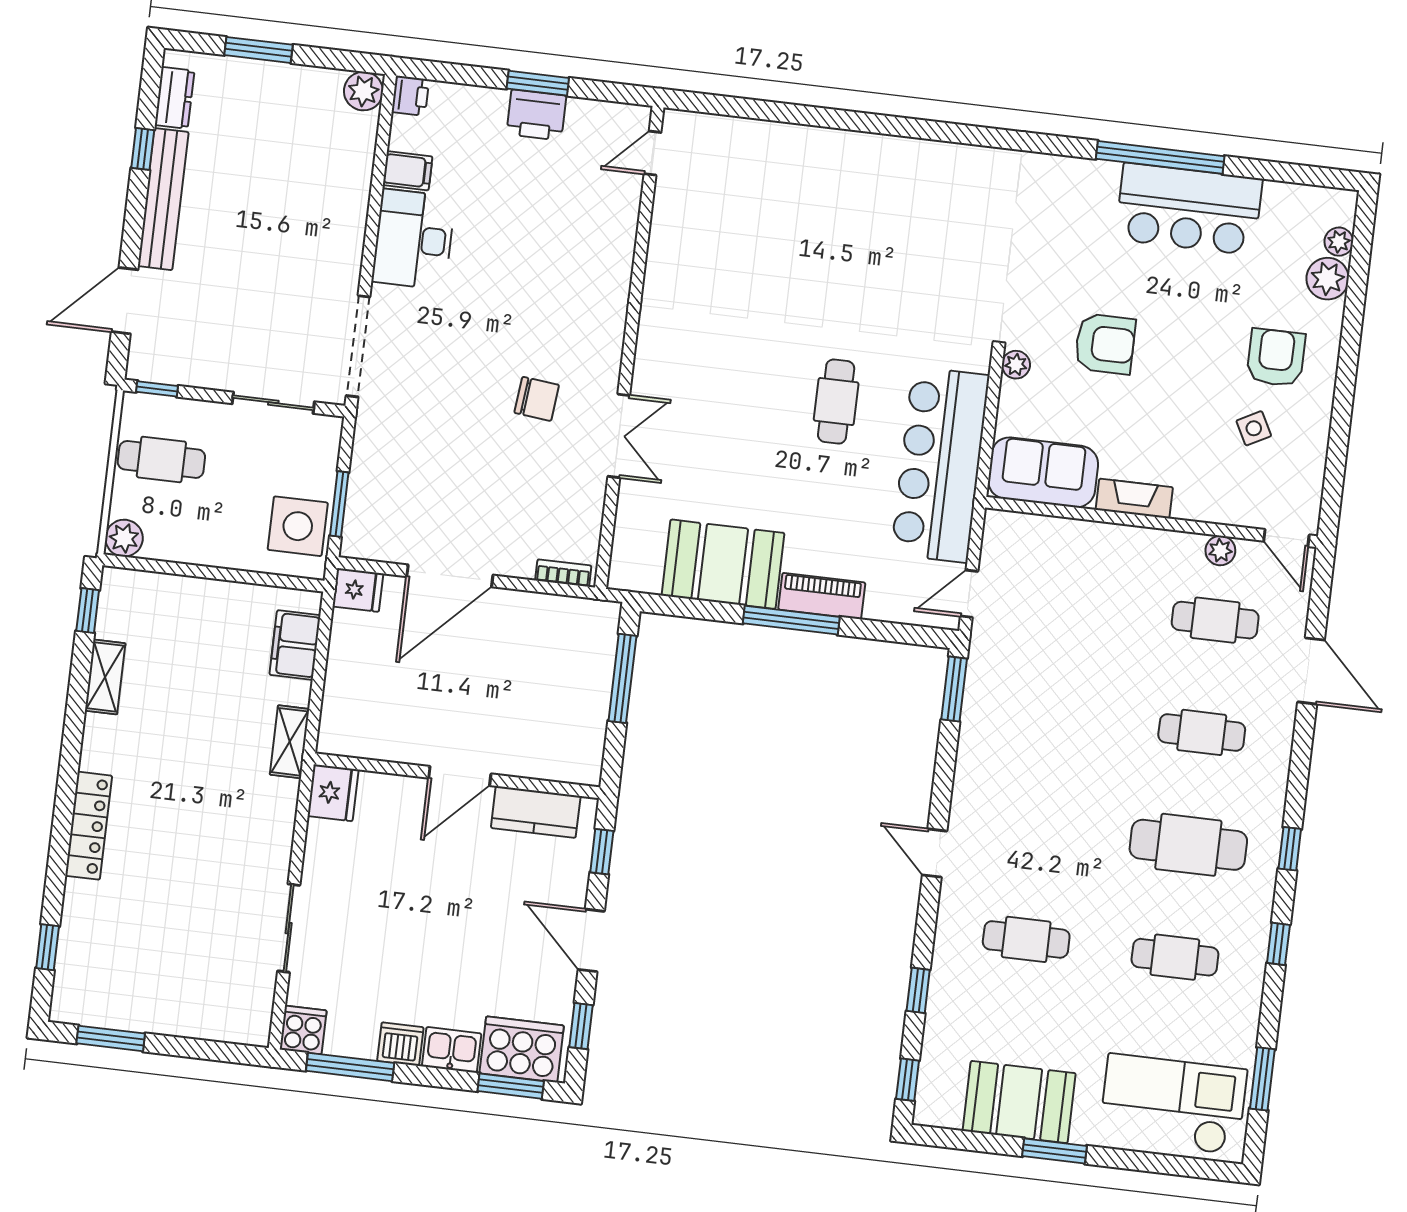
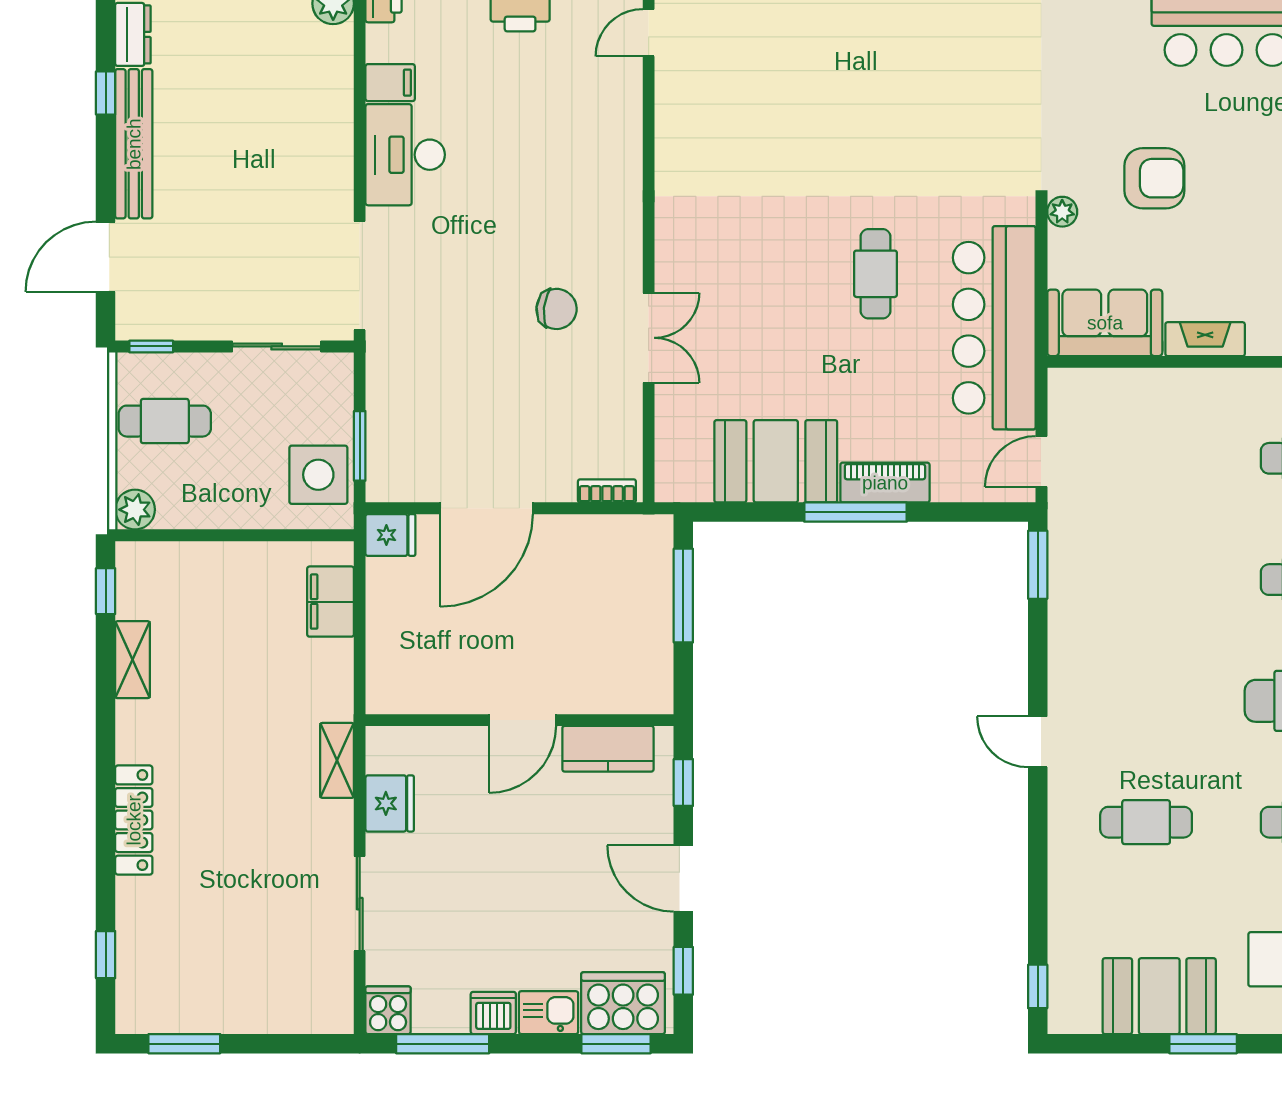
shelving: (290, 742) -> (337, 760), moved
fridge: (333, 793) -> (390, 803), moved
window: (918, 990) -> (1038, 890), removed

